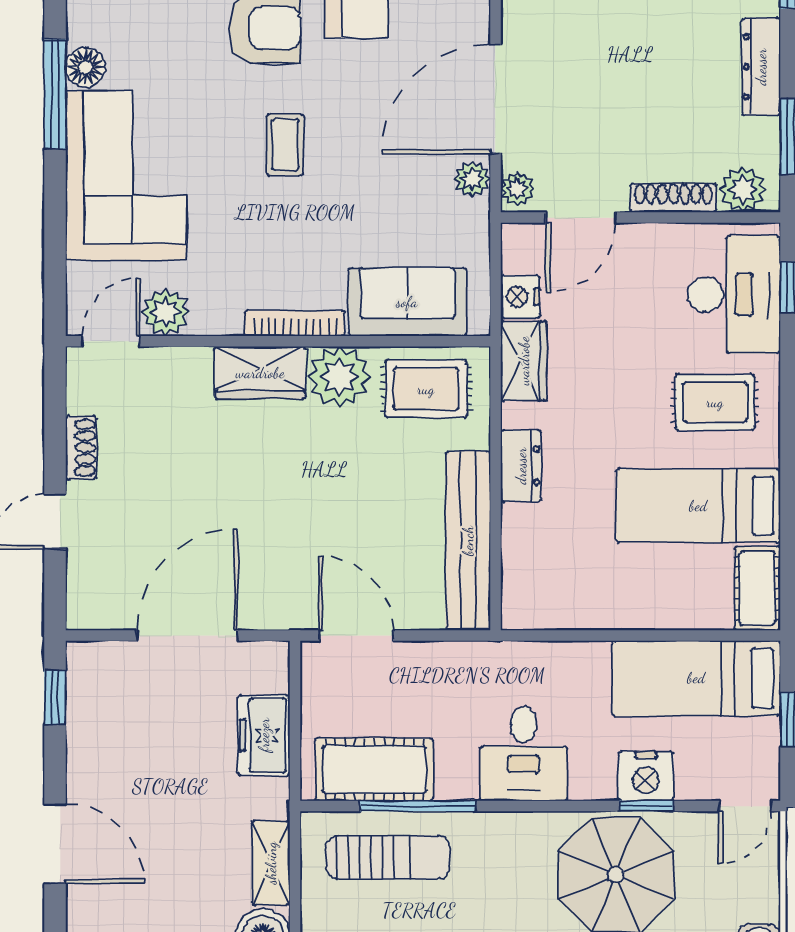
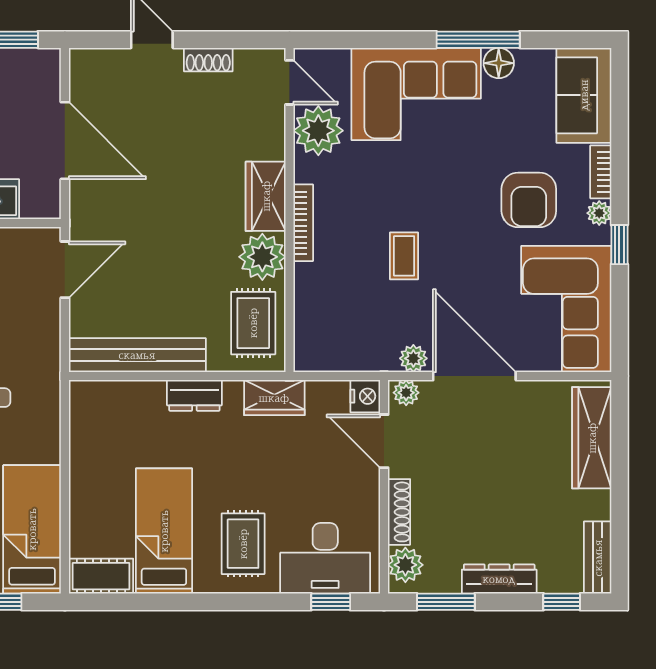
coffee table: (285, 145) -> (404, 256), moved, turned 90
nightstand: (520, 297) -> (365, 396), moved, turned 90
sofa: (407, 302) -> (320, 309), removed
plant: (165, 312) -> (318, 131), width x1.36, depth x1.36

